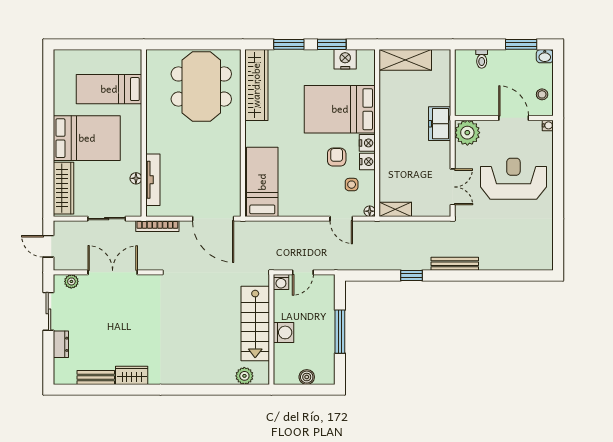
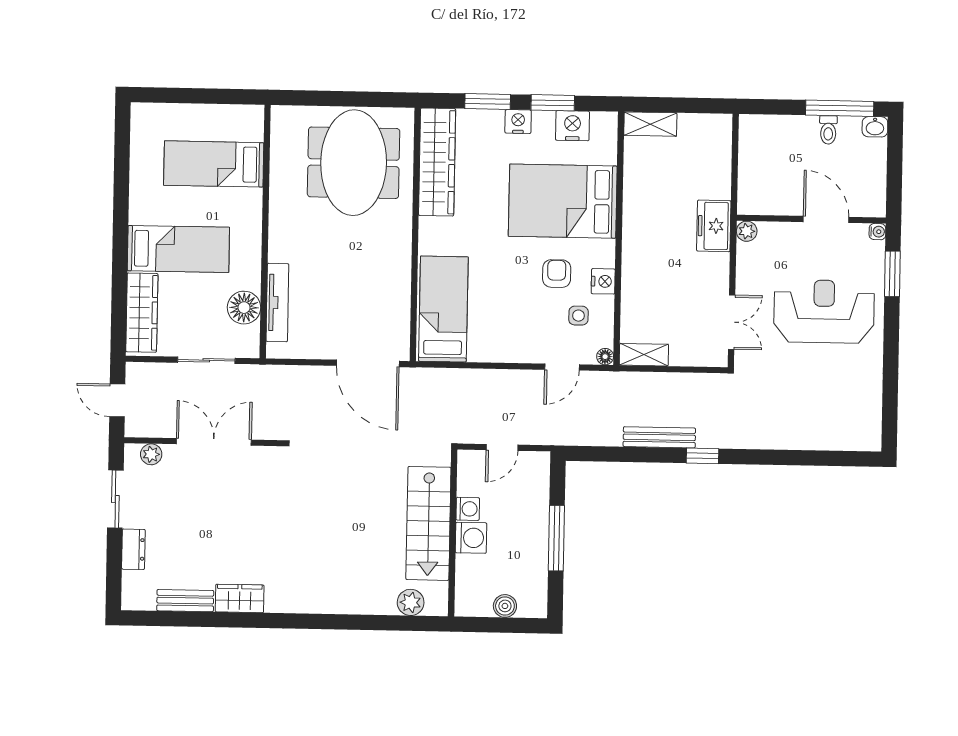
window: (521, 44) -> (840, 108), width x1.44
toilet: (482, 59) -> (828, 130), moved
shelving: (405, 60) -> (650, 124), width x0.67, depth x0.75
stool: (542, 94) -> (870, 185), removed
plant: (467, 133) -> (747, 231), width x0.53, depth x0.53
bed: (87, 138) -> (178, 249), width x0.67
nightstand: (367, 143) -> (518, 122), moved, turned -90
window: (558, 153) -> (892, 274), added
floor lamp: (136, 178) -> (244, 308), width x1.89, depth x1.89
door: (341, 219) -> (562, 367), hinge flipped
bookcase: (157, 226) -> (283, 373), removed
bench: (455, 264) -> (659, 437), moved
window: (412, 275) -> (702, 456), moved
washing machine: (281, 282) -> (468, 509), moved, turned -90

